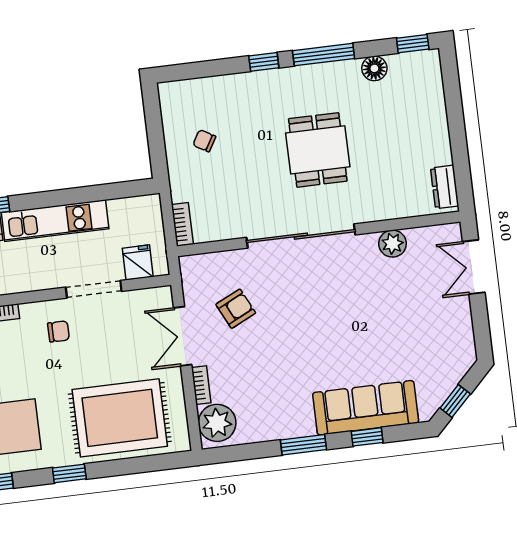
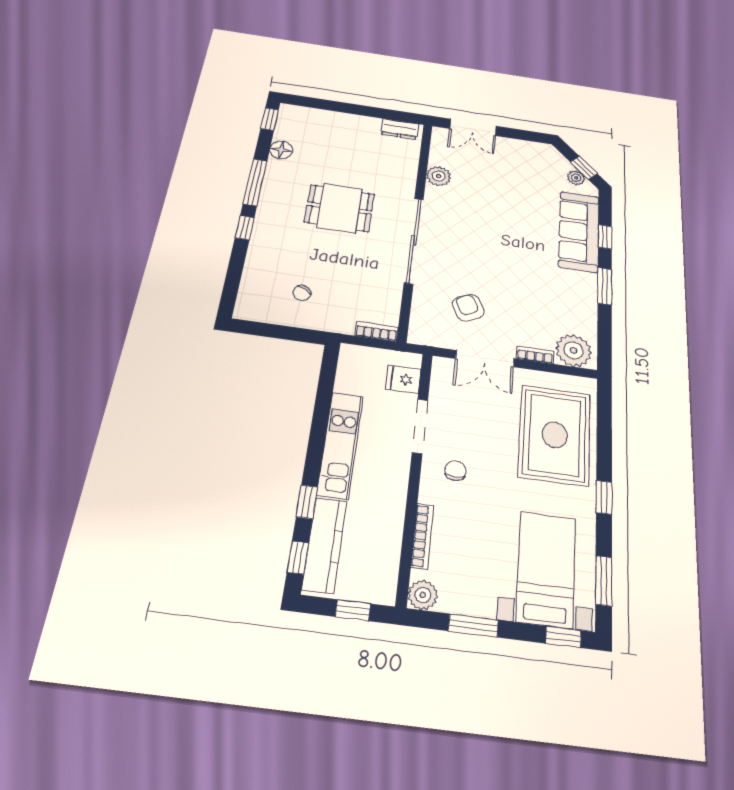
plant: (438, 394) -> (576, 178), added

